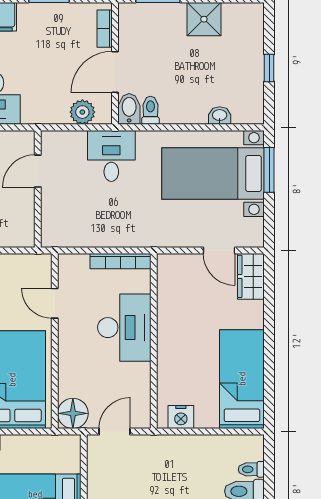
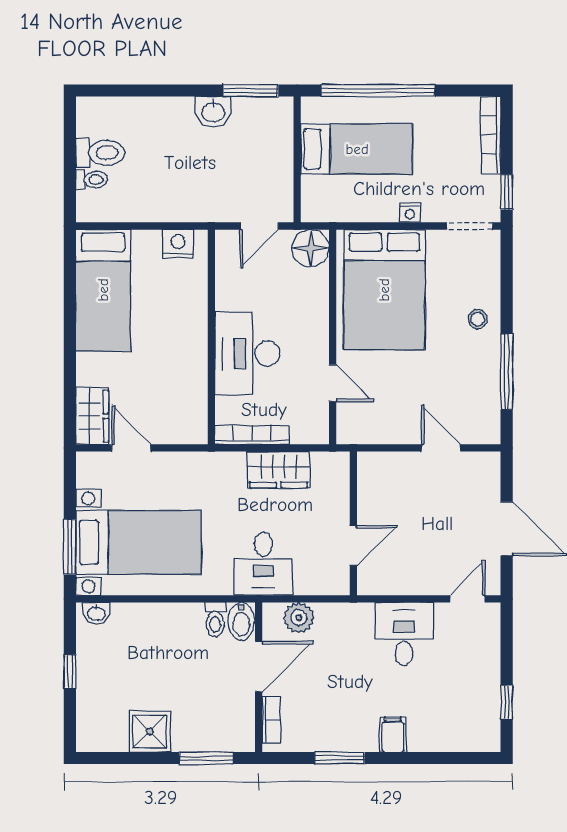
washbasin: (220, 116) -> (96, 613), moved
wardrobe: (99, 233) -> (279, 470), added

